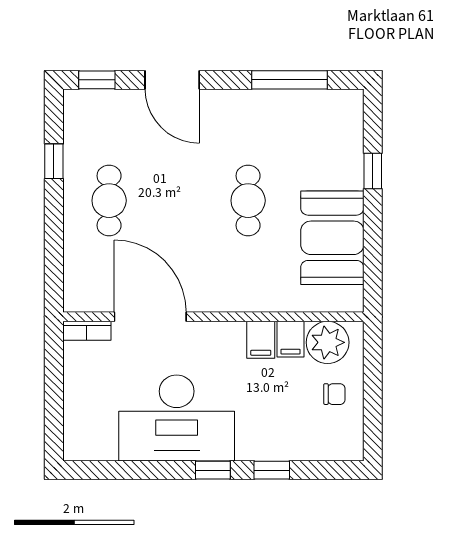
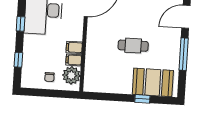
window: (289, 80) -> (184, 54), moved
booth: (332, 238) -> (153, 82), moved
window: (272, 470) -> (18, 60), moved

